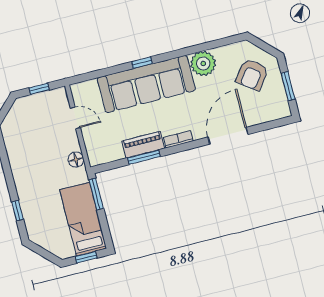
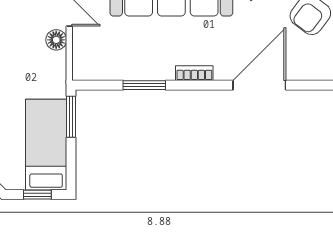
piano: (143, 145) -> (148, 69), removed
floor lamp: (76, 160) -> (56, 40), moved

